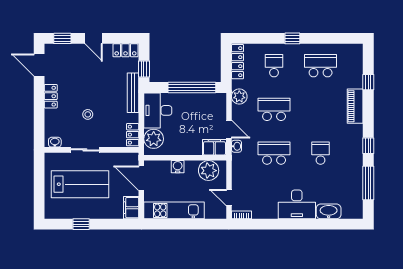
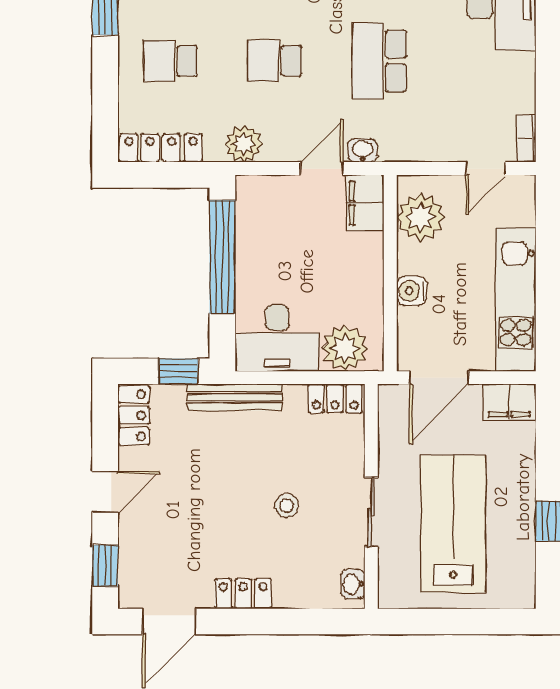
school desk: (274, 109) -> (275, 61), width x0.54

